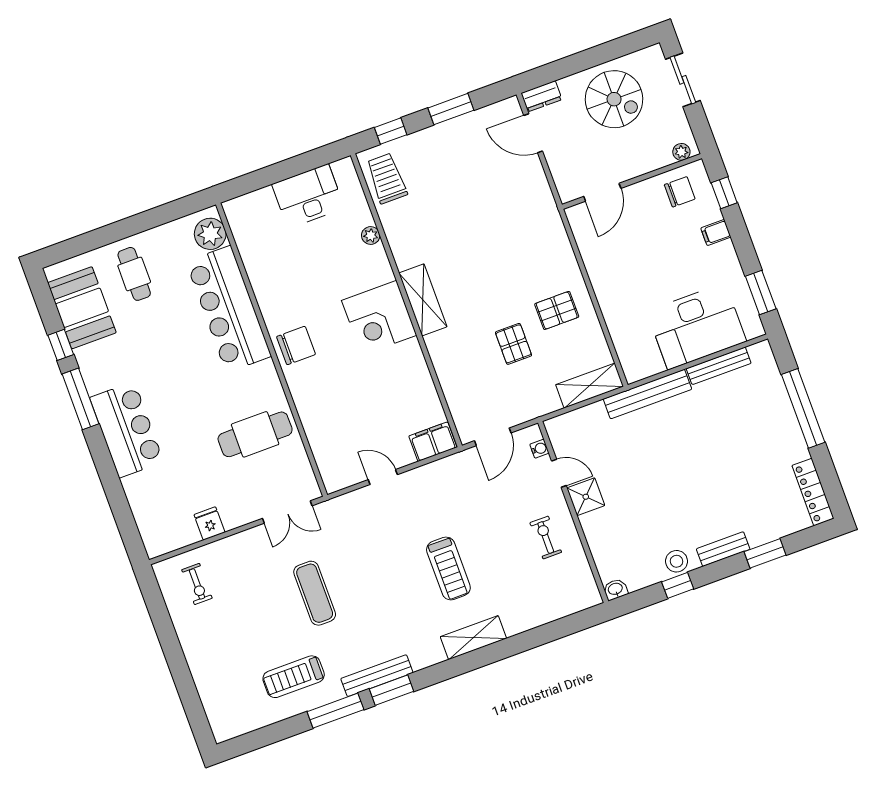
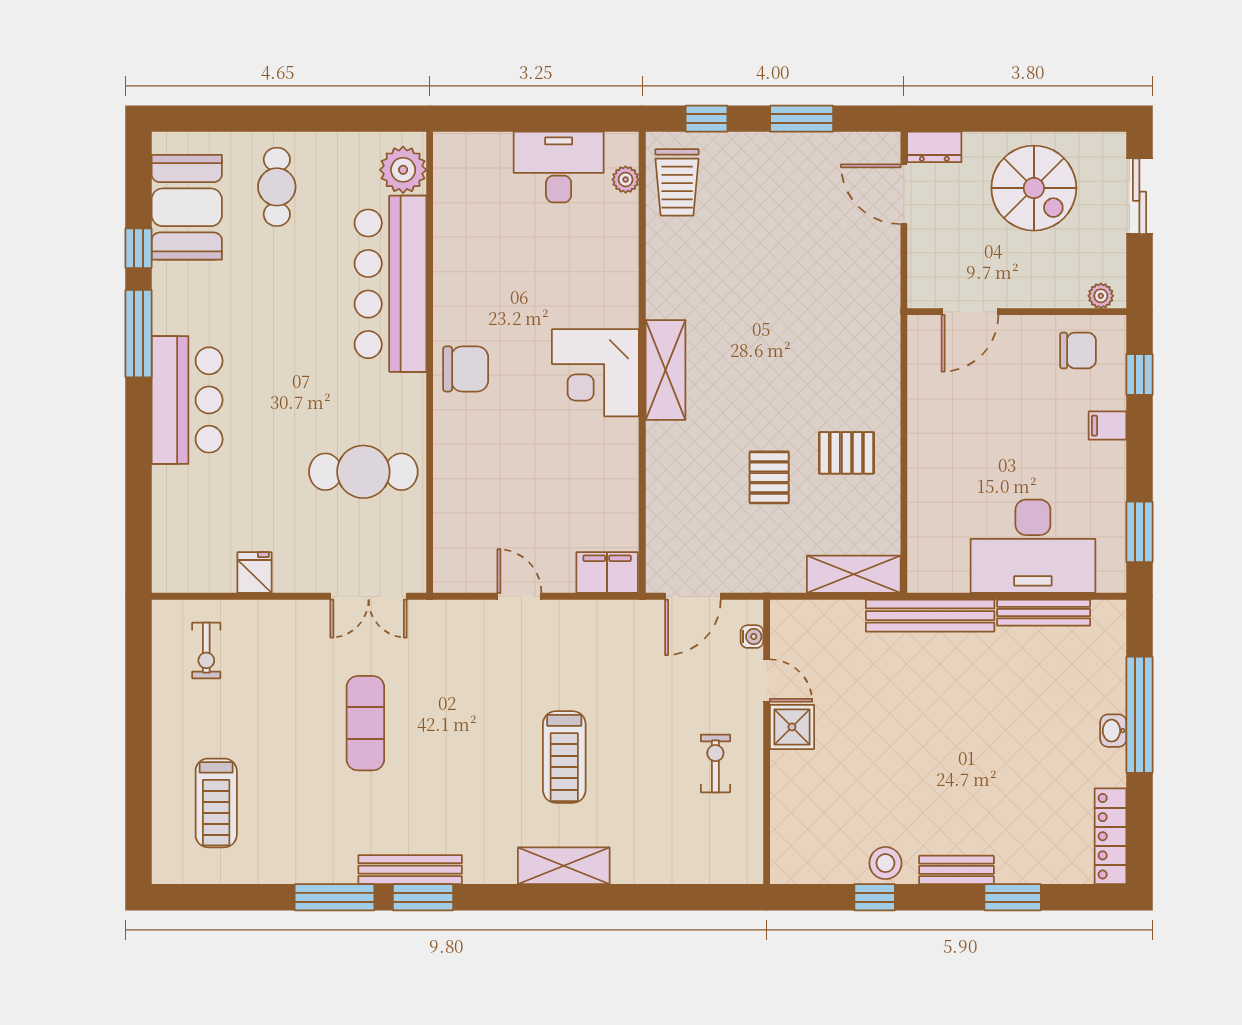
trolley: (387, 178) -> (677, 182), turned 180
plant: (371, 235) -> (626, 180), moved
washbasin: (615, 589) -> (1113, 731), moved, turned -90
treadmill: (294, 677) -> (216, 803), moved, turned -90

